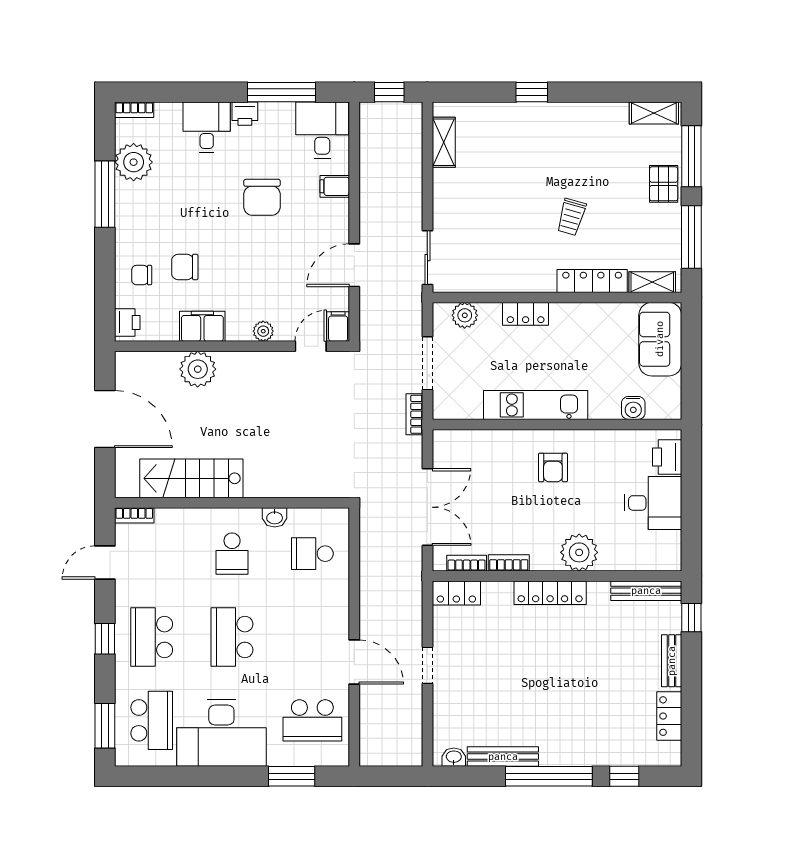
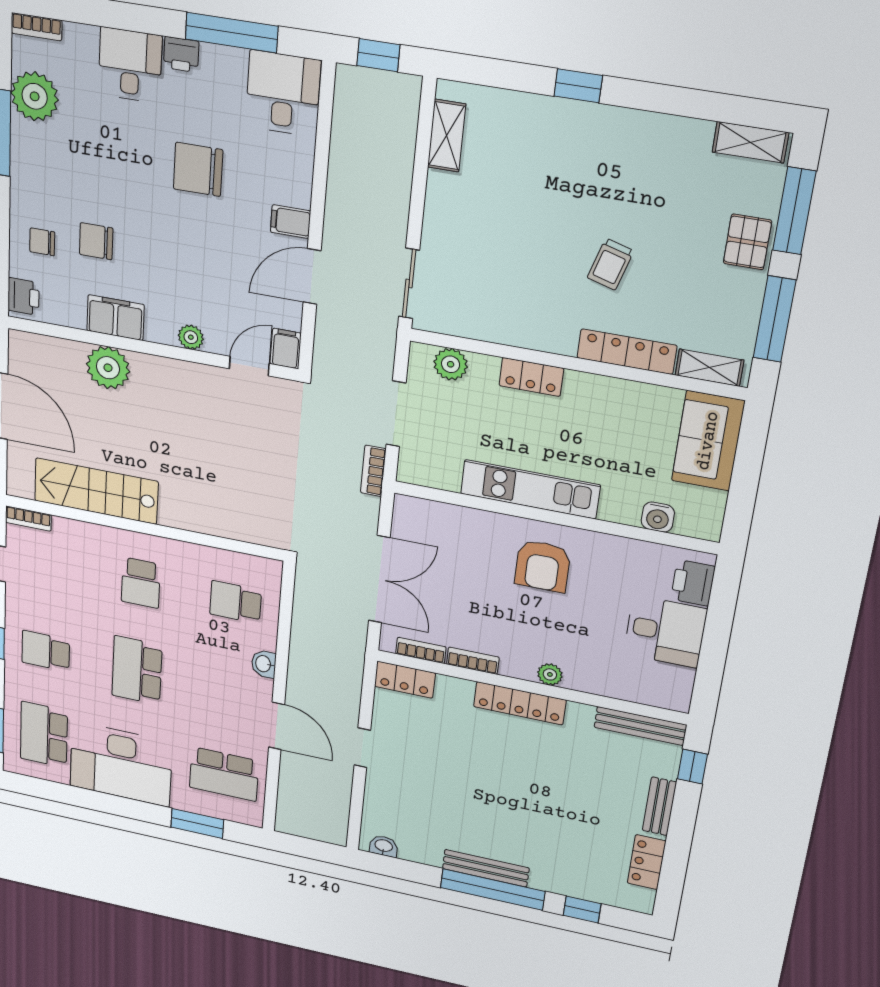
filing cabinet: (335, 186) -> (290, 222), moved
chair: (262, 197) -> (198, 169), turned 90
armchair: (553, 467) -> (543, 566), width x1.38, depth x1.38
washbasin: (275, 517) -> (264, 664), moved, turned 90
plant: (579, 552) -> (550, 674), width x0.53, depth x0.53
school desk: (152, 637) -> (46, 651), width x0.54
school desk: (152, 720) -> (44, 735), turned 180
bench: (503, 757) -> (486, 868), moved

